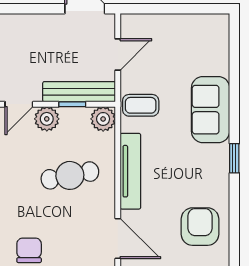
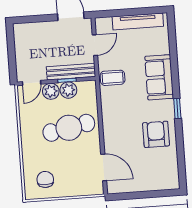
plant: (103, 119) -> (68, 90), moved
tv unit: (130, 171) -> (138, 21), moved, turned 90
cafe table: (70, 175) -> (69, 128), width x1.37, depth x1.35
armchair: (200, 227) -> (156, 134), moved

